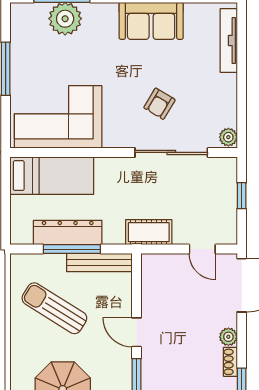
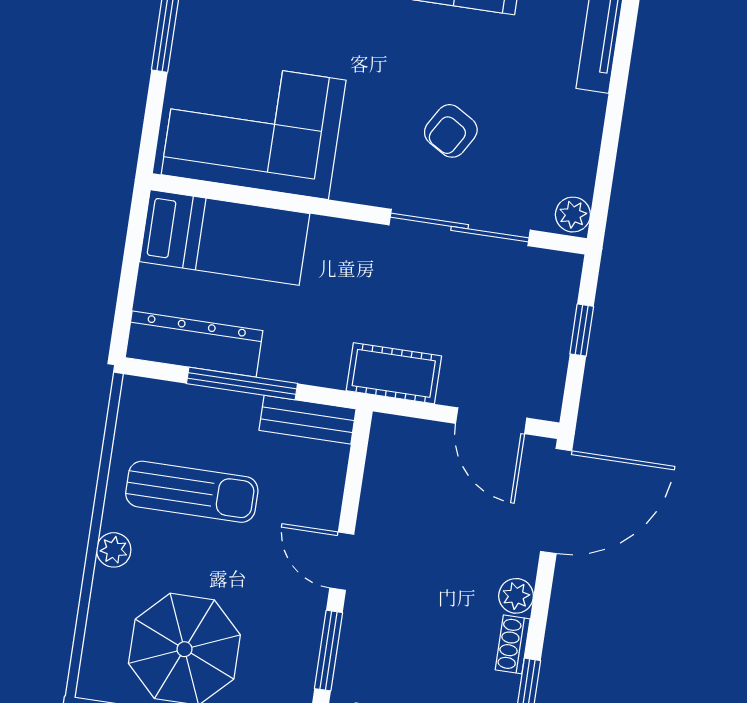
dresser: (68, 233) -> (194, 344), moved
door: (202, 249) -> (491, 421), width x1.38
bench: (99, 263) -> (308, 420), width x0.73
sun lounger: (54, 308) -> (192, 492), turned 148
plant: (19, 344) -> (114, 550), added

